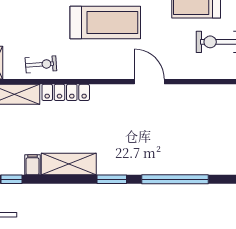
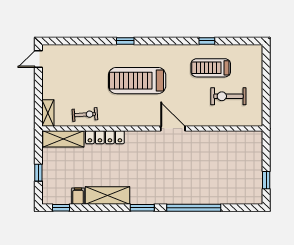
treadmill: (105, 23) -> (137, 81), turned 180

